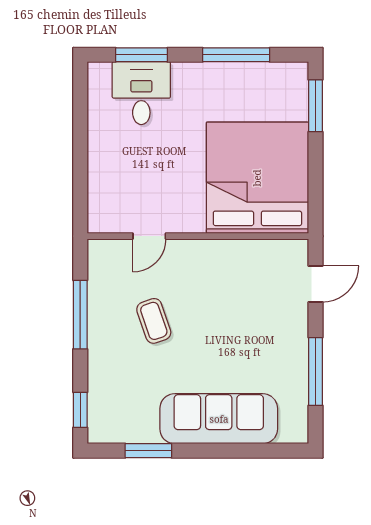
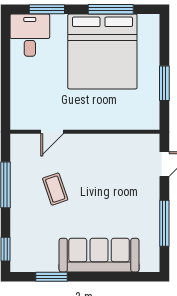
desk: (141, 93) -> (30, 35), moved
window: (315, 106) -> (164, 83), moved
bed: (257, 178) -> (102, 51), moved, turned 180

